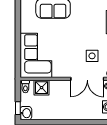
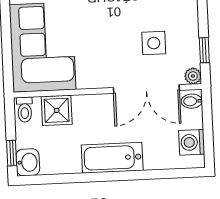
bathtub: (68, 113) -> (112, 158), added

